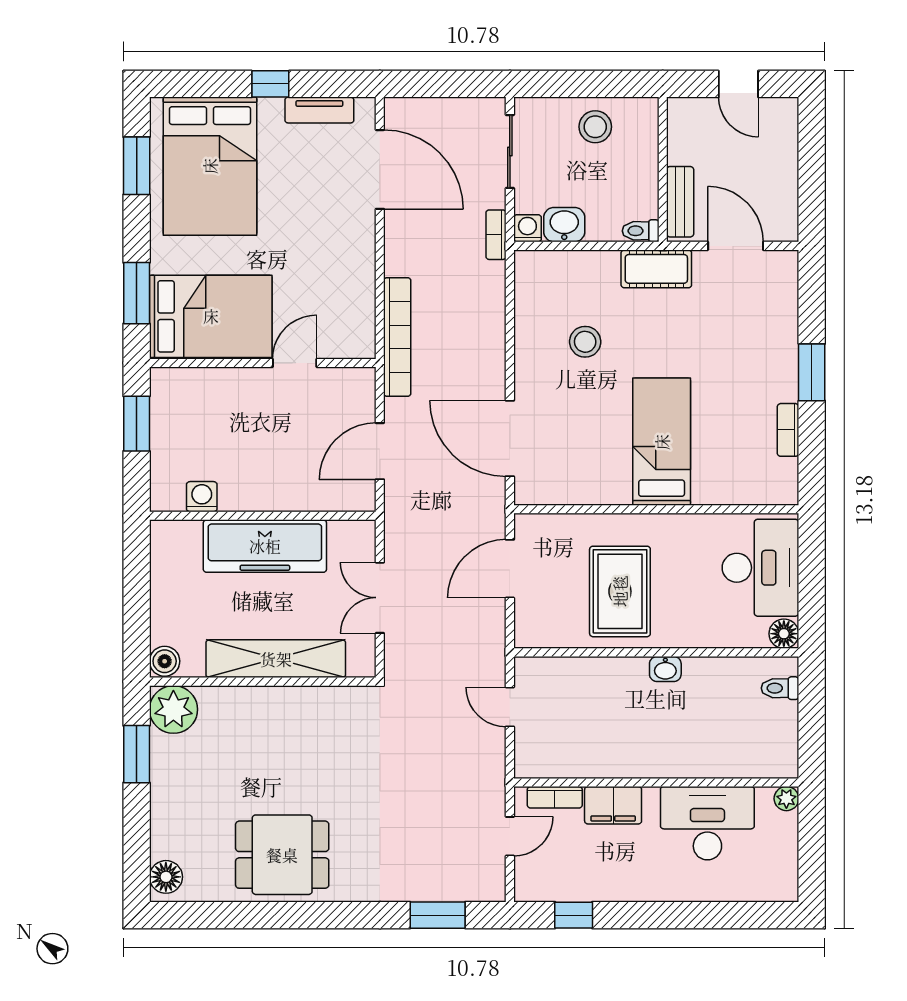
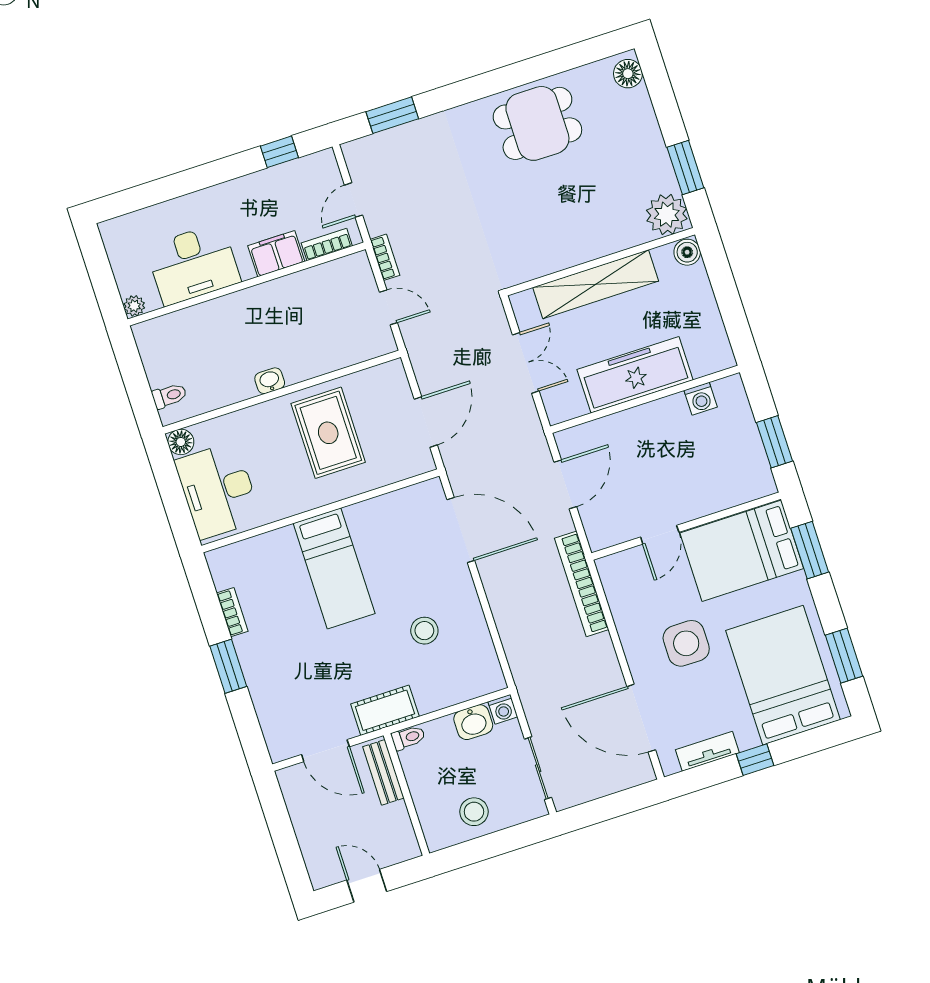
side table: (304, 235) -> (686, 643), added
bookcase: (496, 235) -> (385, 257), moved

